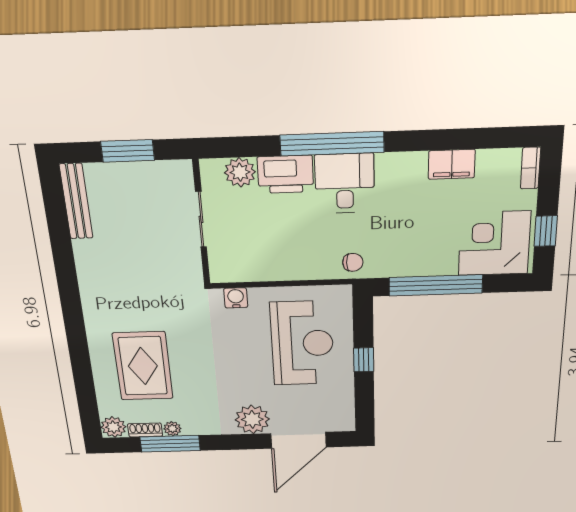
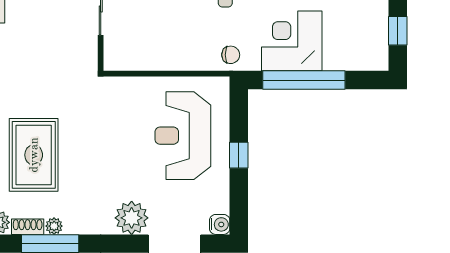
corner desk: (494, 243) -> (292, 41), moved
water cooler: (236, 298) -> (220, 224), moved, turned 90
reception desk: (302, 343) -> (183, 136), turned 180

